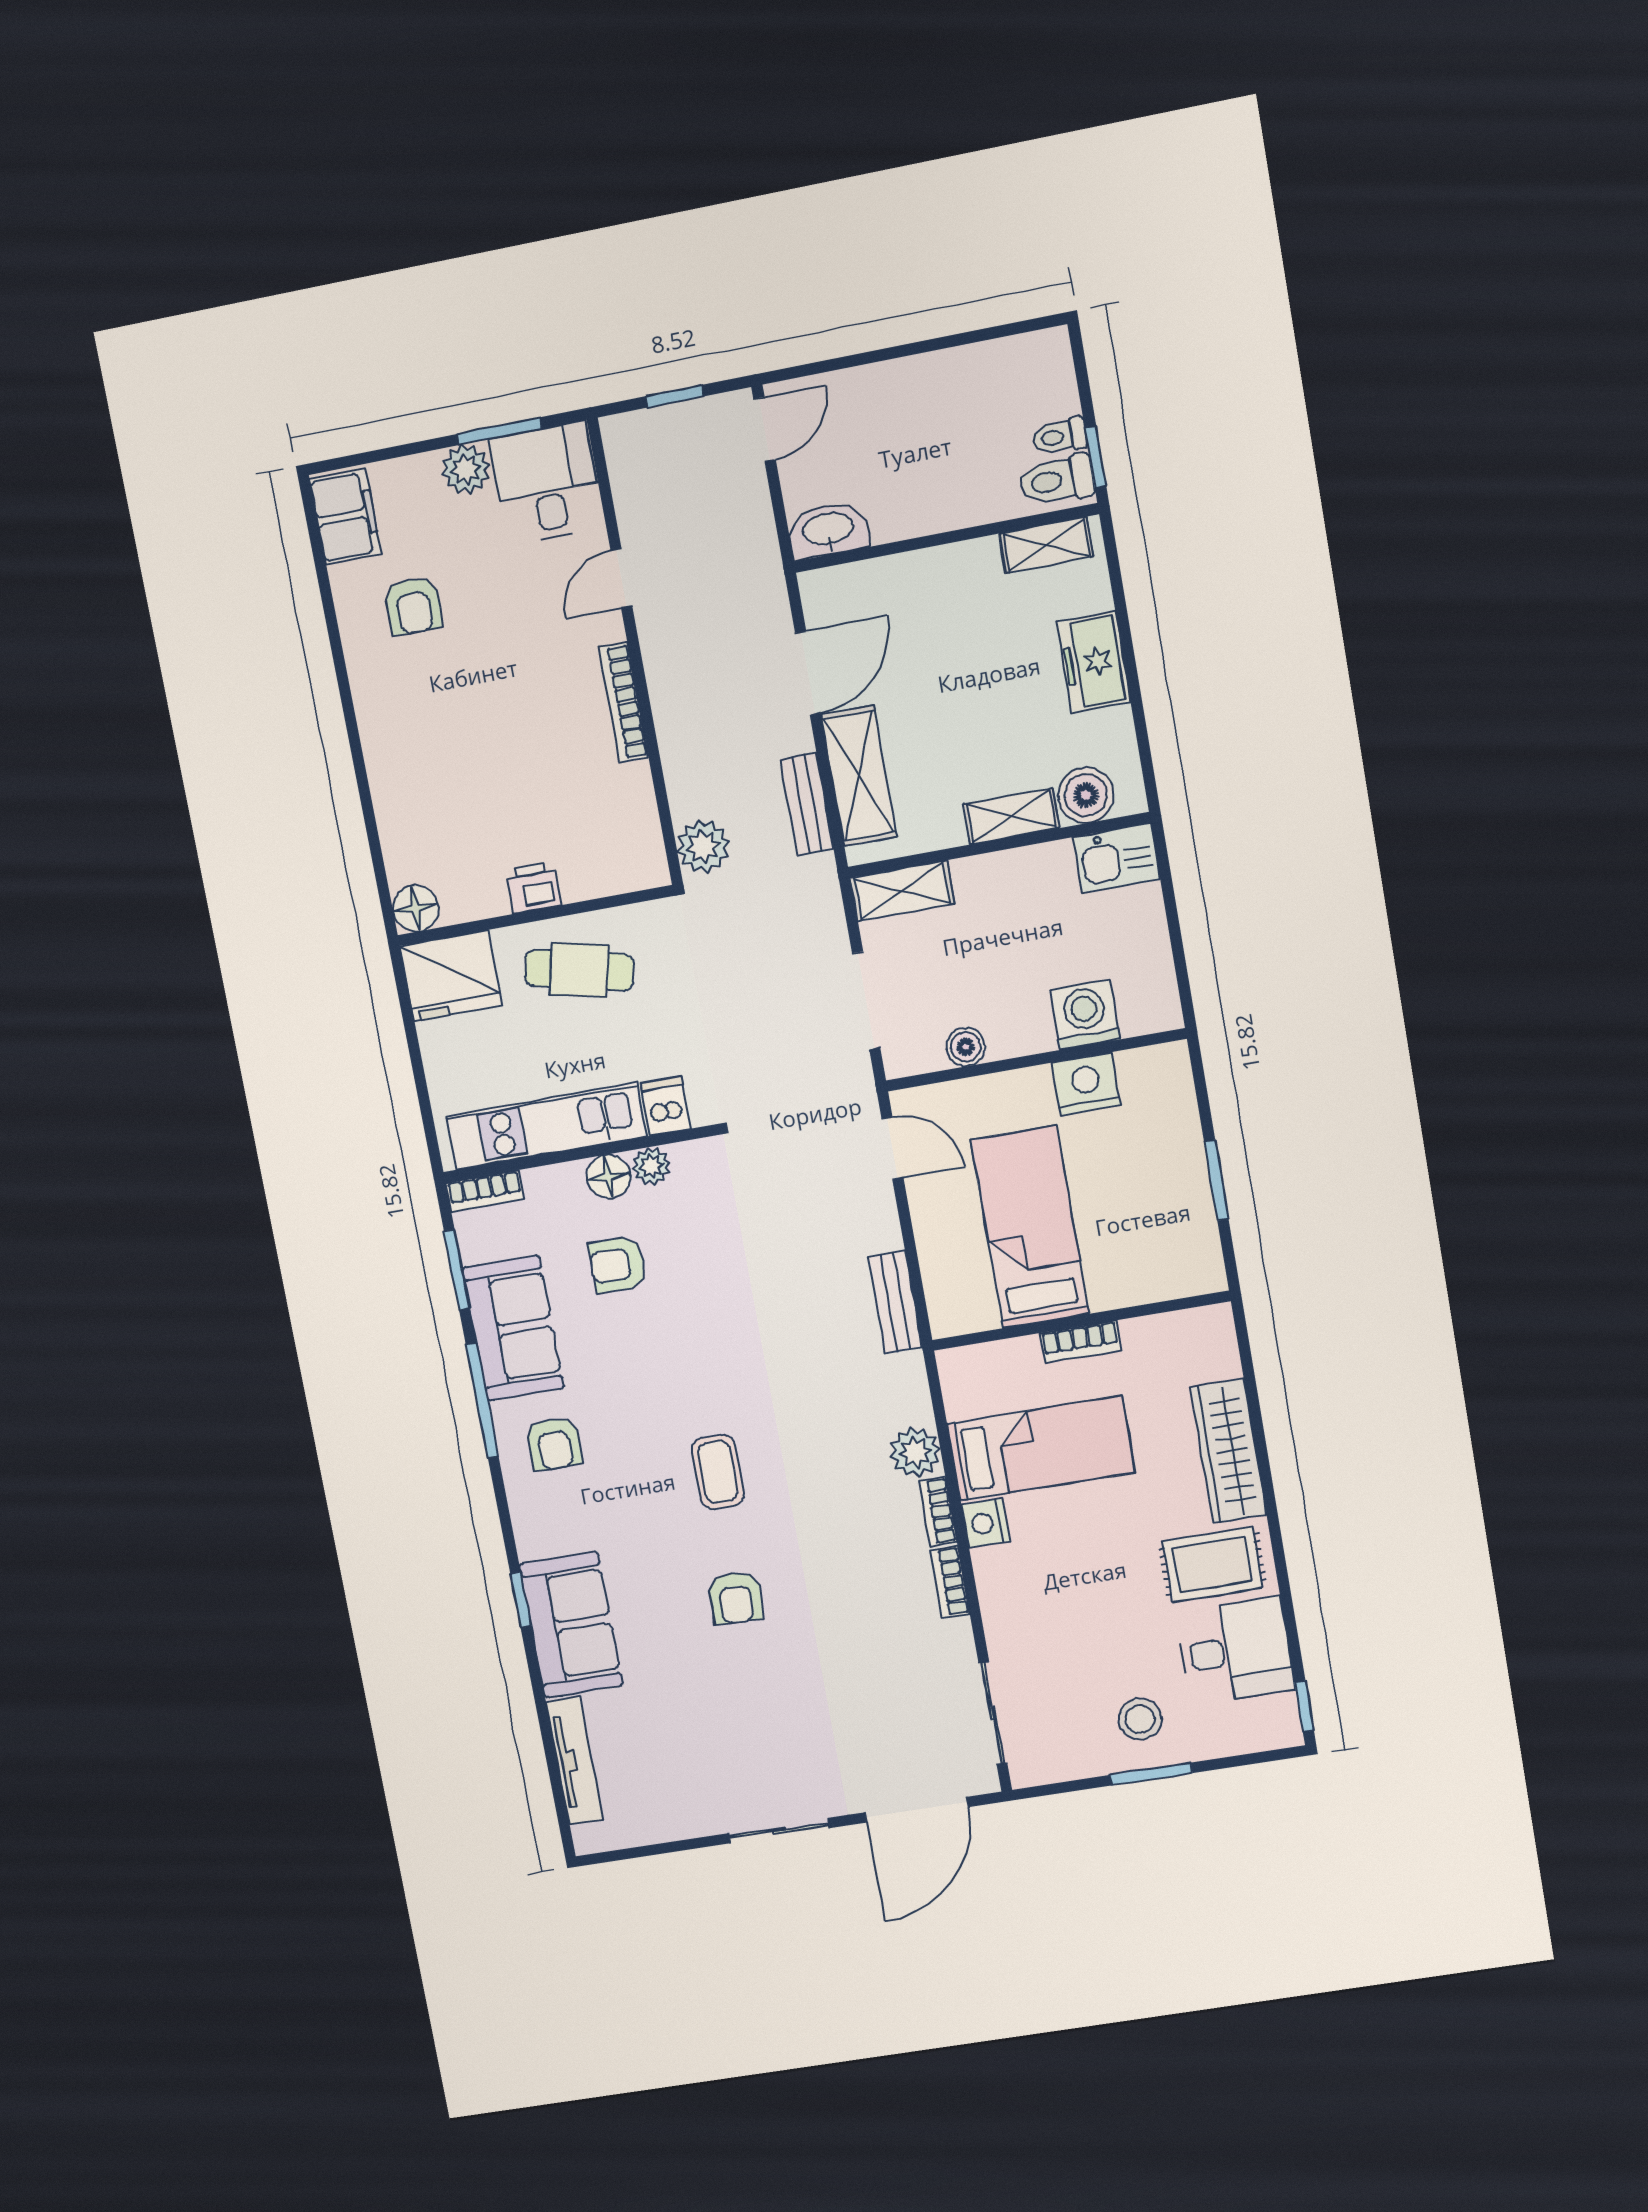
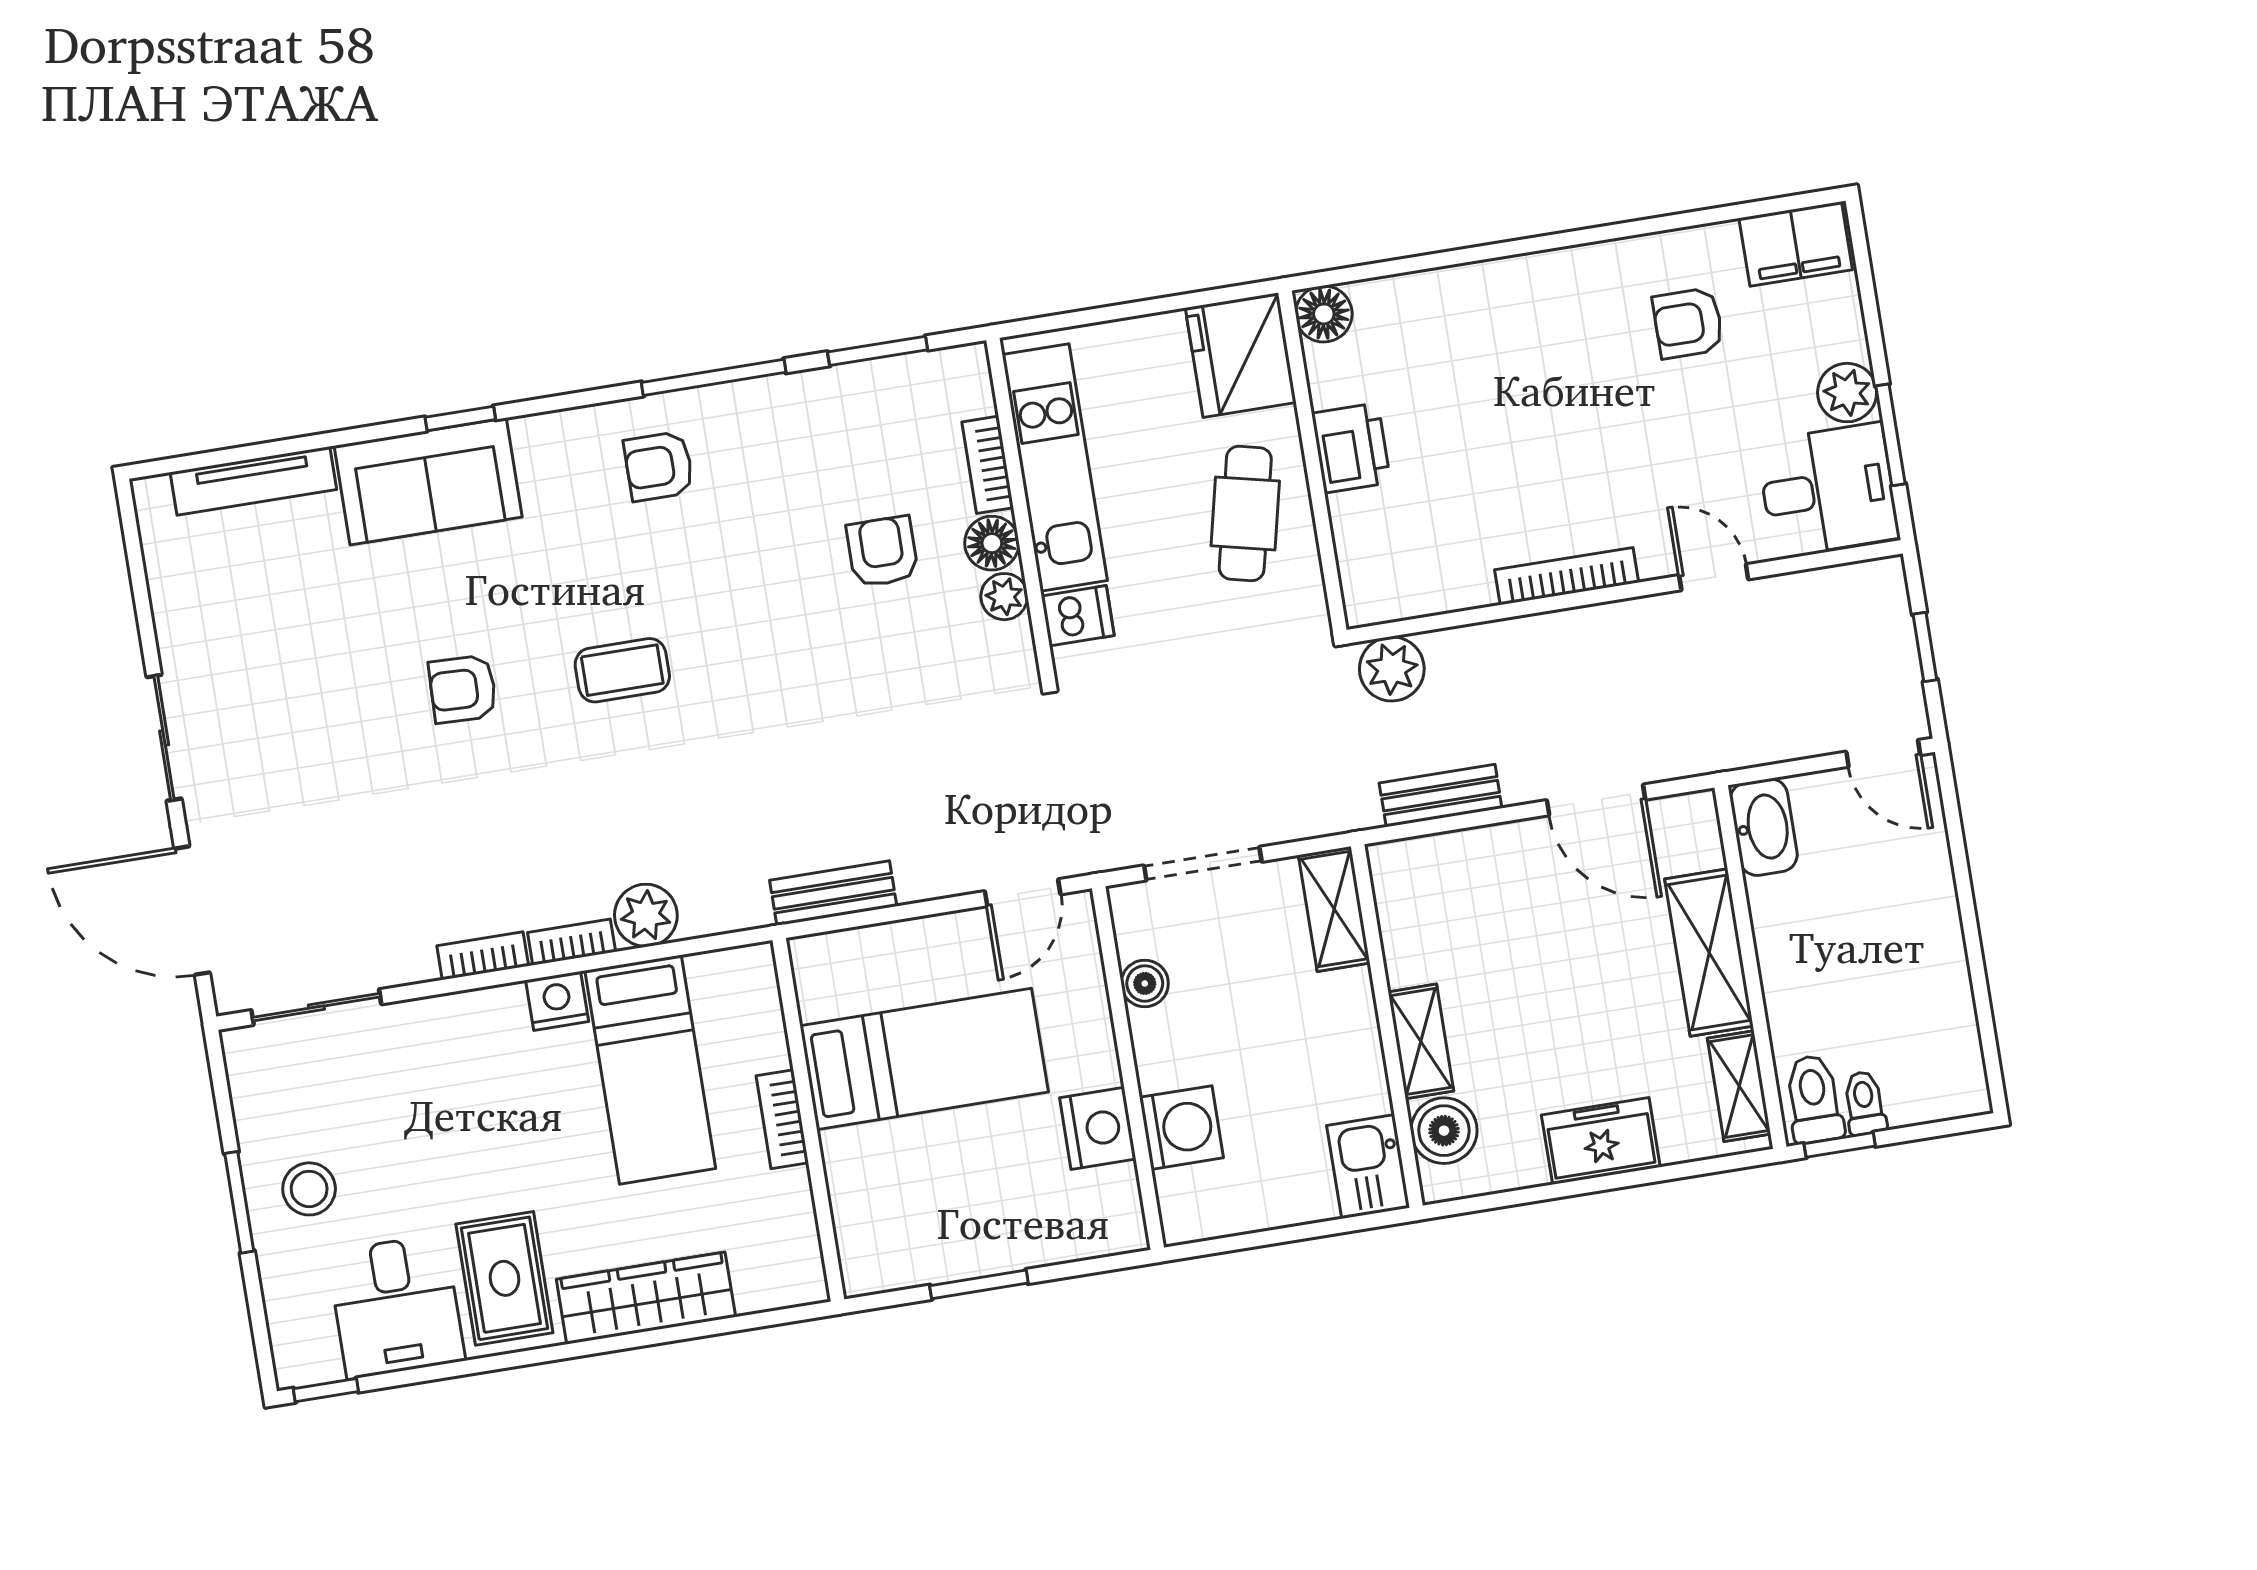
shelving: (859, 776) -> (1709, 952), moved, turned 90
printer: (533, 888) -> (1351, 448), width x1.36, depth x1.24
bookcase: (485, 1191) -> (988, 465), moved
sofa: (513, 1328) -> (804, 419), removed

